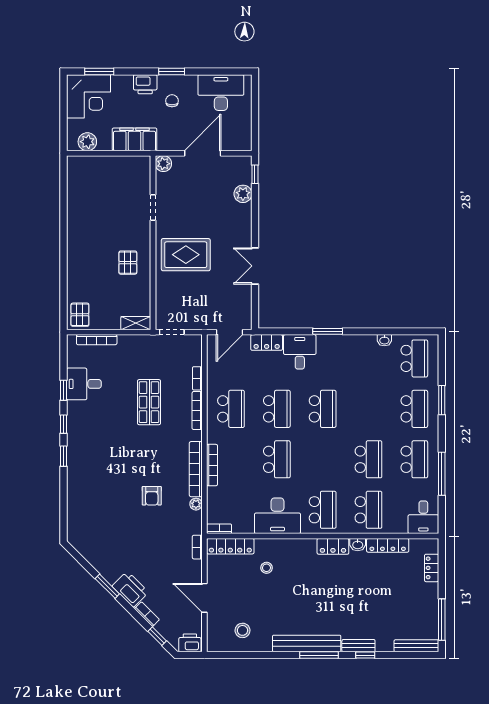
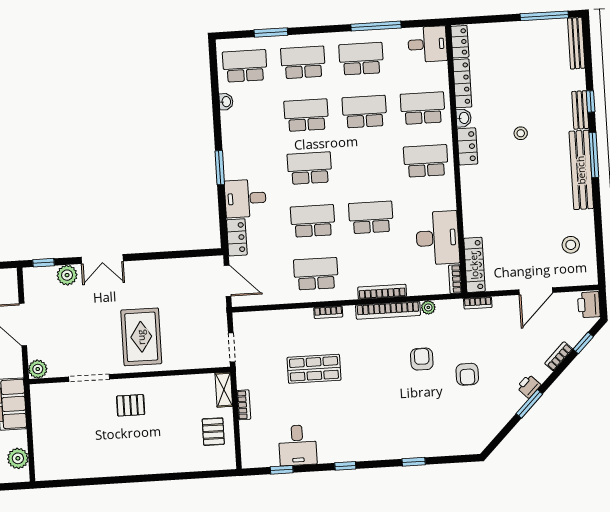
doorway: (153, 207) -> (89, 378), width x1.38
pallet: (128, 263) -> (131, 405), moved
double door: (255, 266) -> (102, 259), moved
pallet: (80, 315) -> (213, 432), moved, turned 90
bookcase: (97, 340) -> (244, 405), moved, width x0.64
bookcase: (197, 378) -> (283, 315), removed
window: (63, 390) -> (282, 470), moved
window: (442, 400) -> (271, 33), moved
school desk: (368, 409) -> (306, 115), added
bookcase: (197, 411) -> (328, 312), width x0.64
window: (63, 456) -> (414, 462), moved
armchair: (152, 496) -> (422, 359), turned -90
desk: (277, 516) -> (438, 238), moved
armchair: (136, 534) -> (467, 374), added
stool: (266, 568) -> (521, 133), moved
locker: (432, 568) -> (460, 42), moved, turned -90
printer: (130, 589) -> (529, 386), width x0.53, depth x0.68

